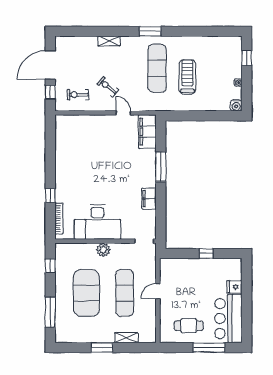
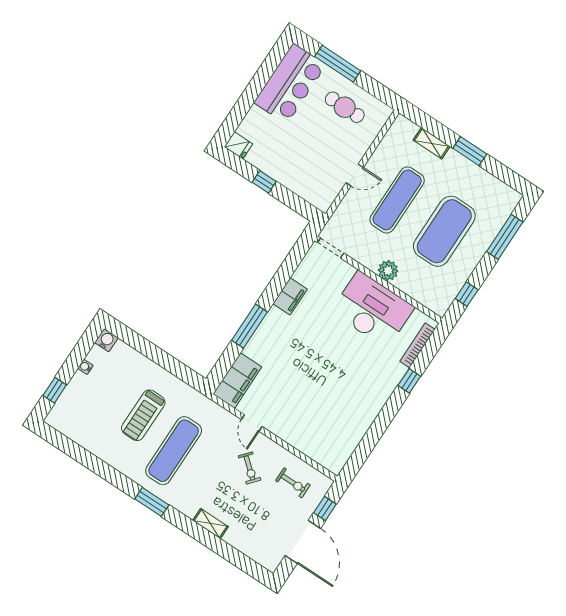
door: (50, 65) -> (303, 542), hinge flipped
fridge: (234, 287) -> (238, 145), moved

